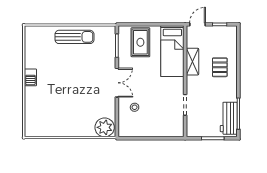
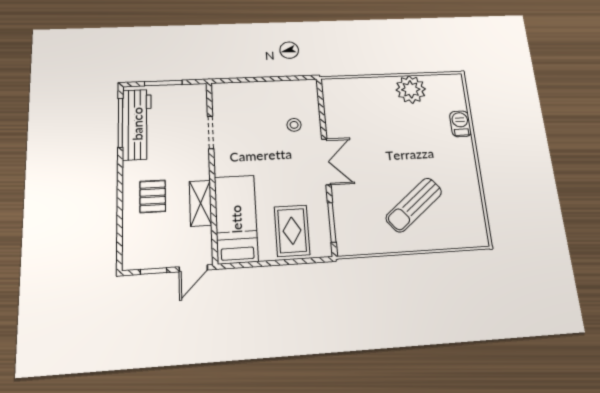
sun lounger: (74, 37) -> (414, 205), moved, turned -39
barbecue: (30, 77) -> (460, 124), moved
double door: (117, 83) -> (326, 162), swing flipped
workbench: (229, 118) -> (137, 124), width x1.38
plant: (105, 127) -> (411, 89), moved

